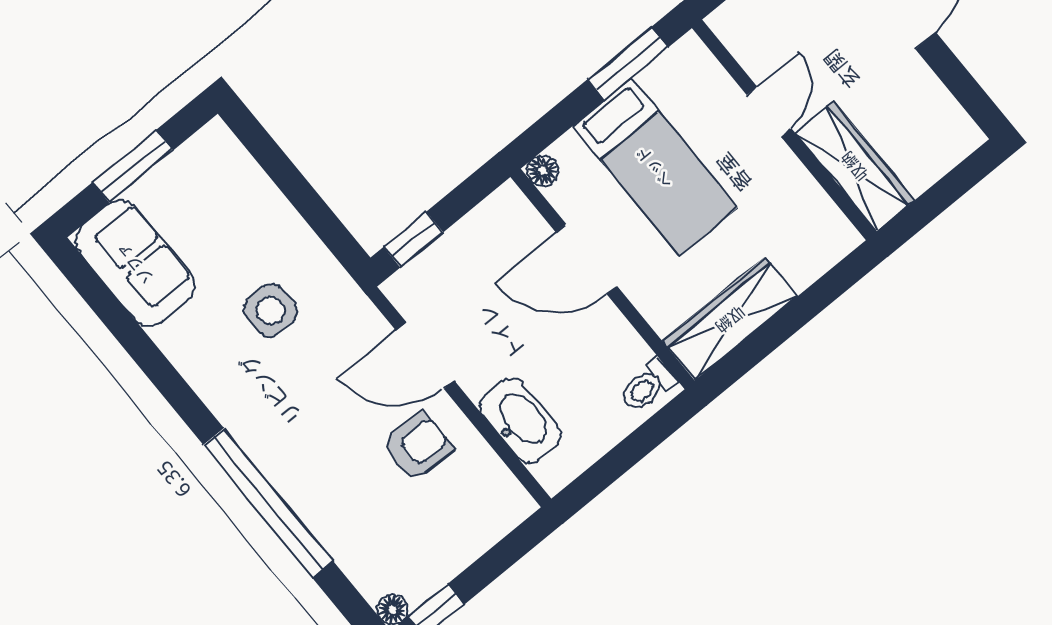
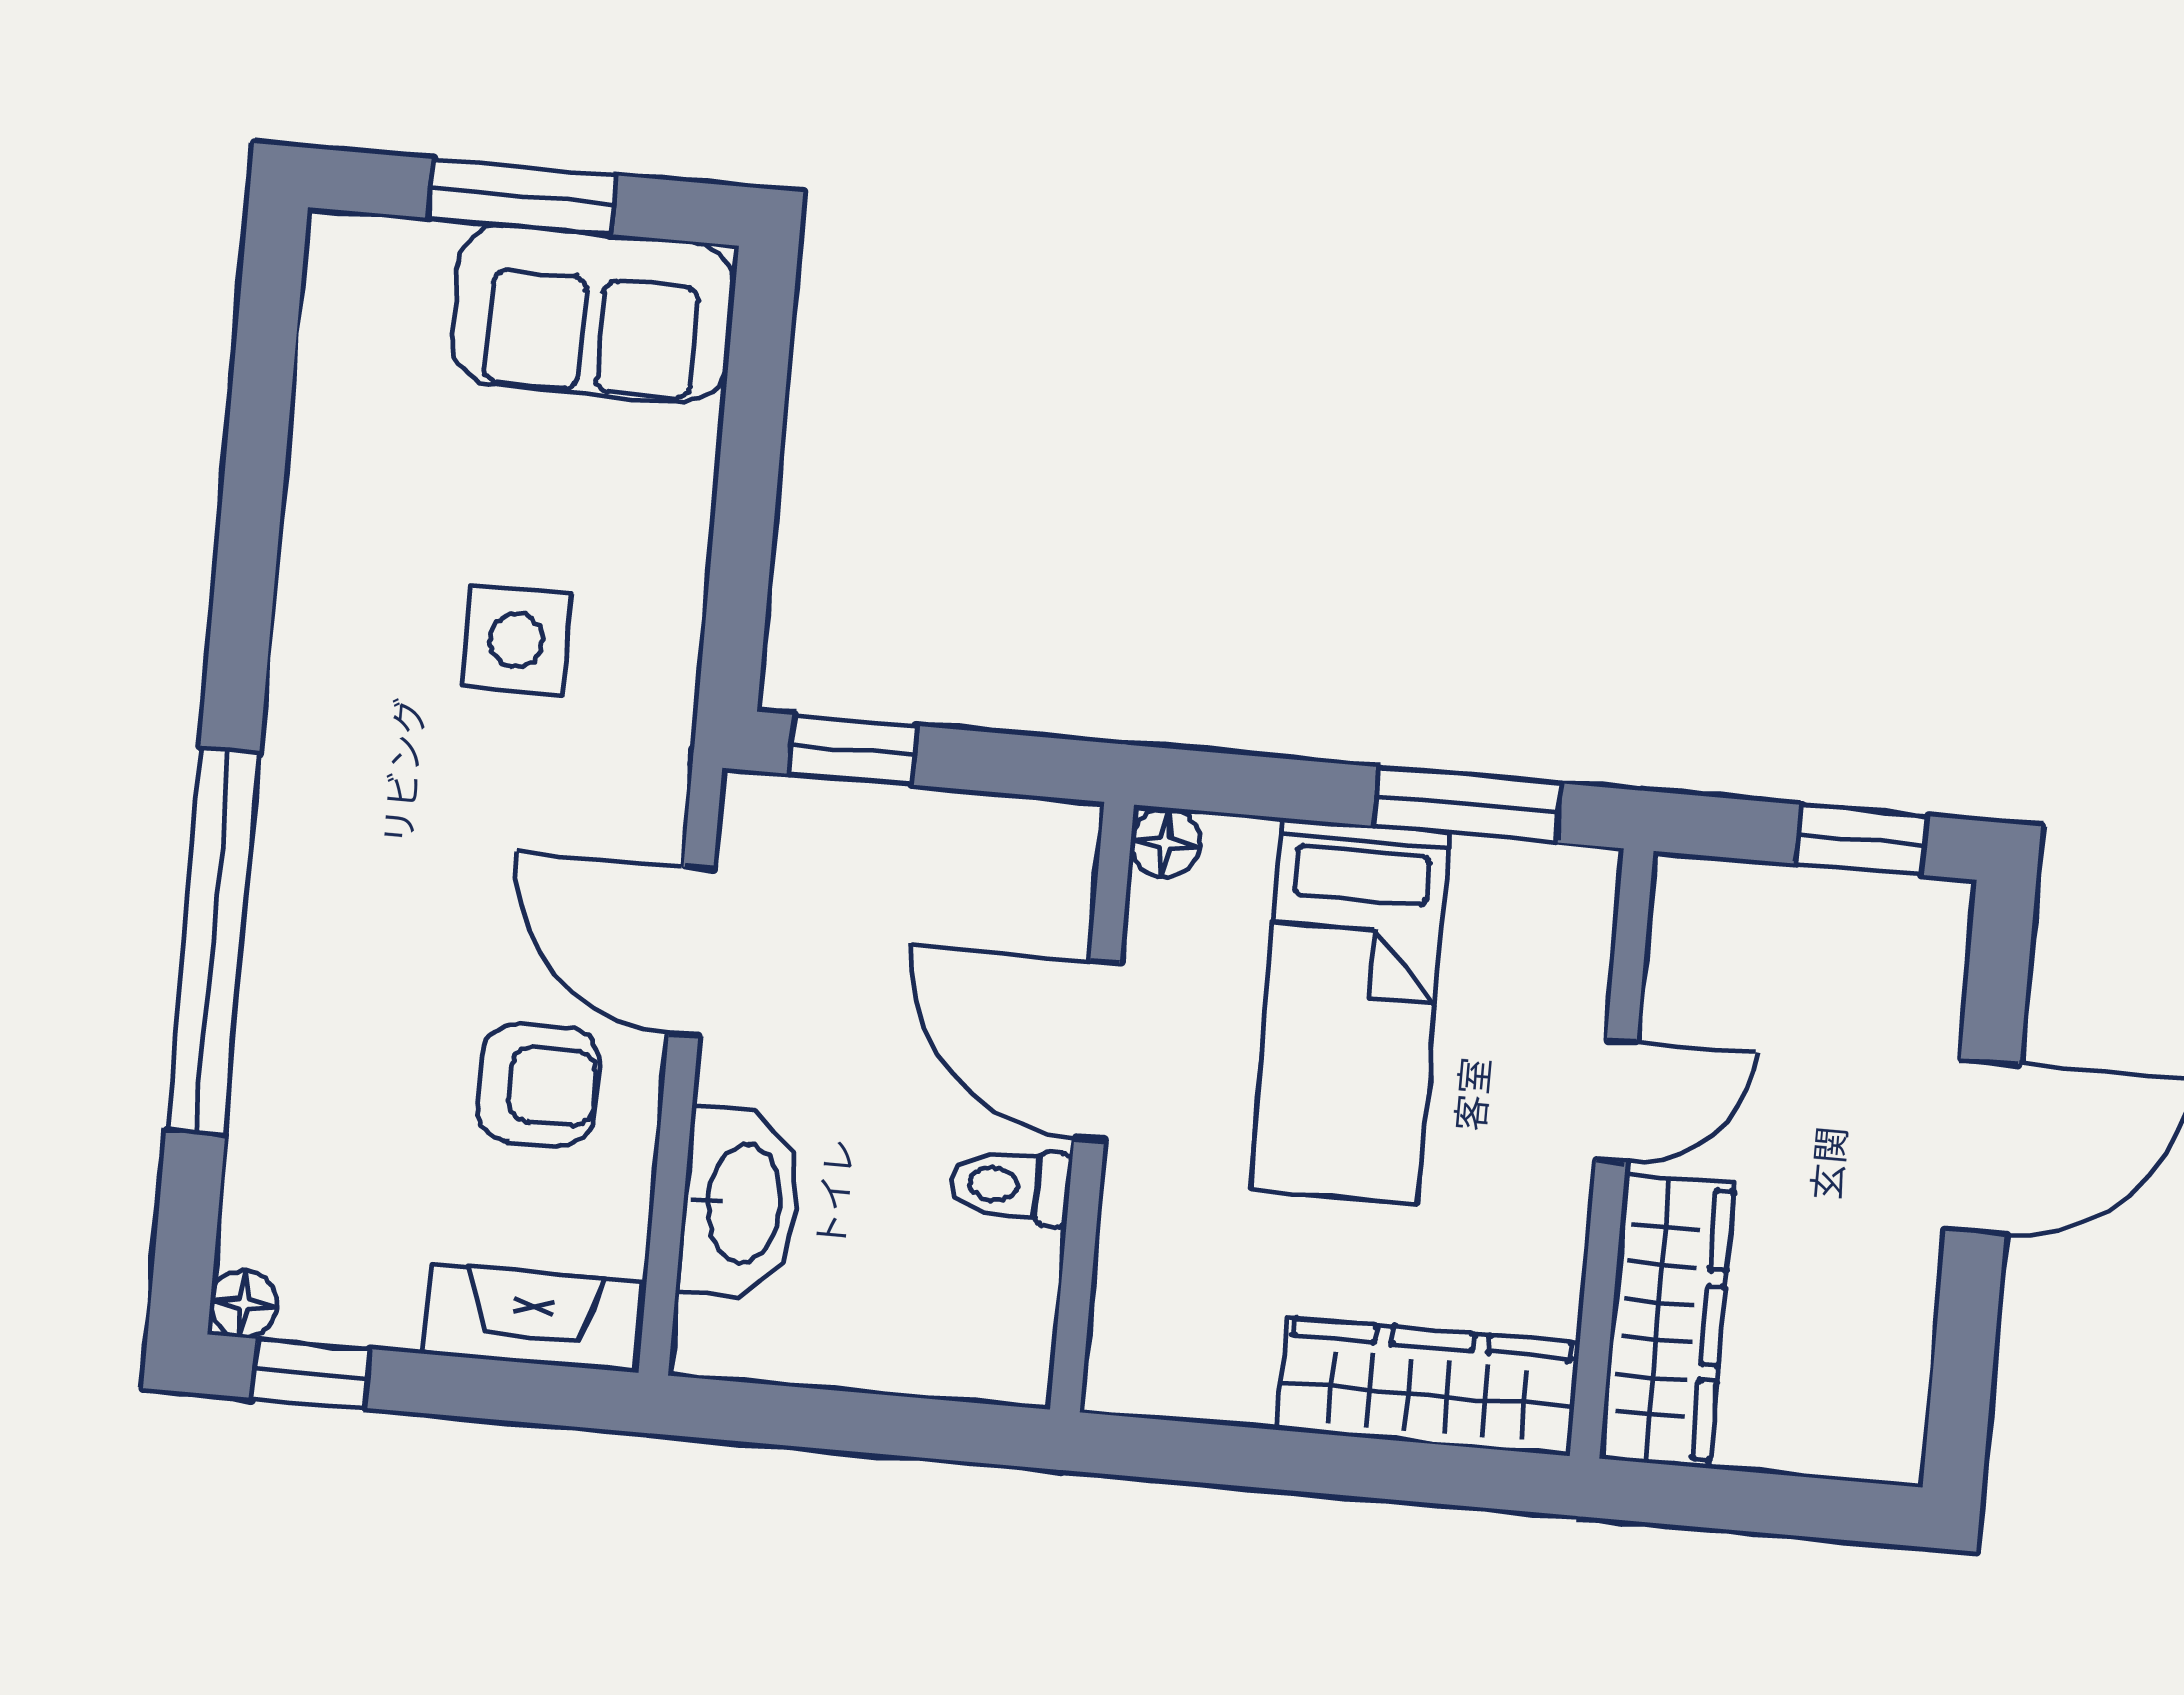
sofa: (135, 263) -> (593, 314), moved, turned 90
wardrobe: (730, 319) -> (1428, 1386), moved
toilet: (648, 386) -> (1010, 1185), moved
fireplace: (490, 523) -> (532, 1318), added

